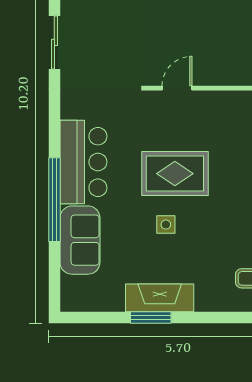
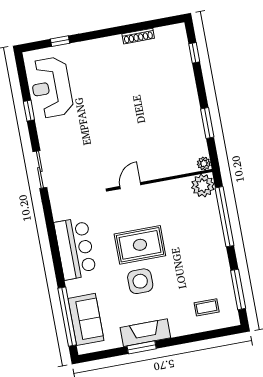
window: (54, 200) -> (67, 317), moved
side table: (166, 225) -> (140, 281), width x1.87, depth x1.87
sofa: (80, 240) -> (86, 319), moved

